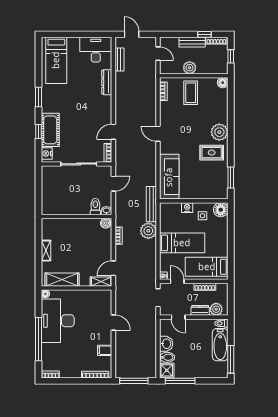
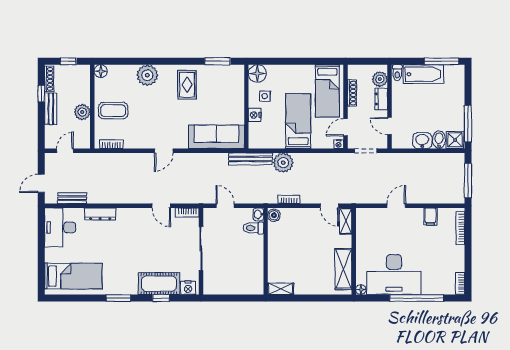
plant: (219, 132) -> (147, 75), moved
shelving: (46, 251) -> (281, 289), moved
door: (178, 317) -> (390, 126), swing flipped

